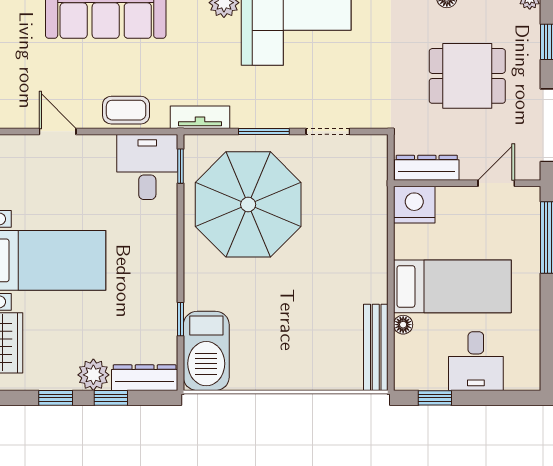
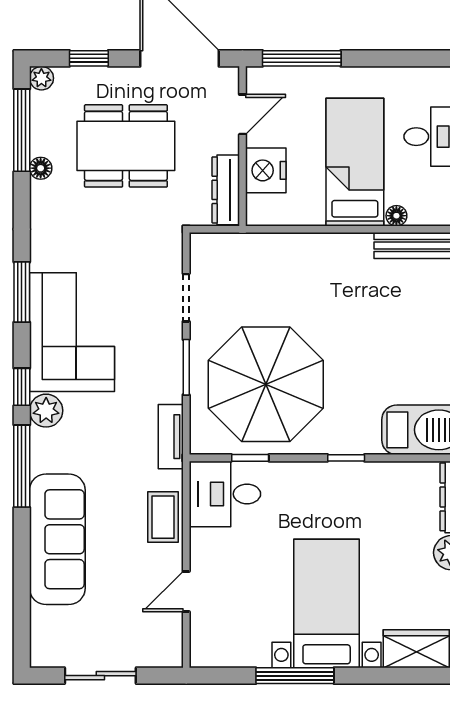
dining table: (467, 76) -> (126, 146), width x1.37
window: (180, 166) -> (250, 458), moved
door: (496, 183) -> (243, 114), swing flipped
nightstand: (414, 205) -> (266, 170), moved
window: (180, 319) -> (346, 458), moved

